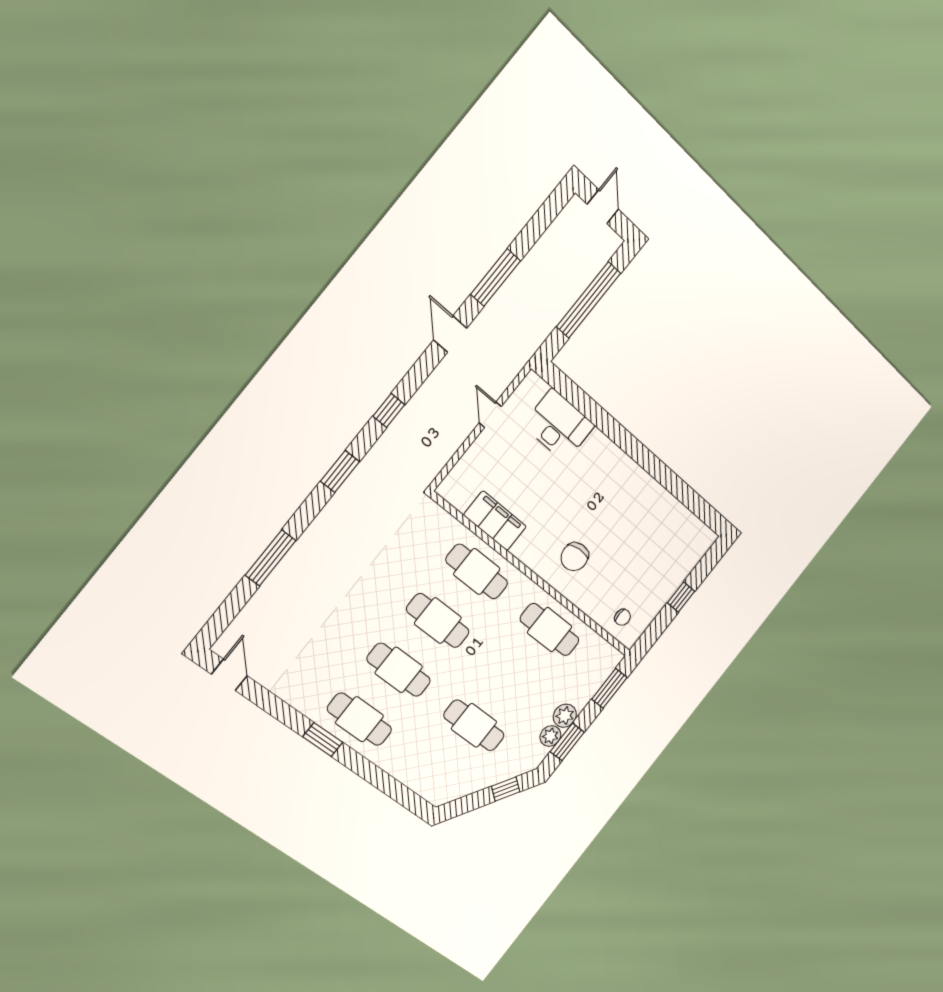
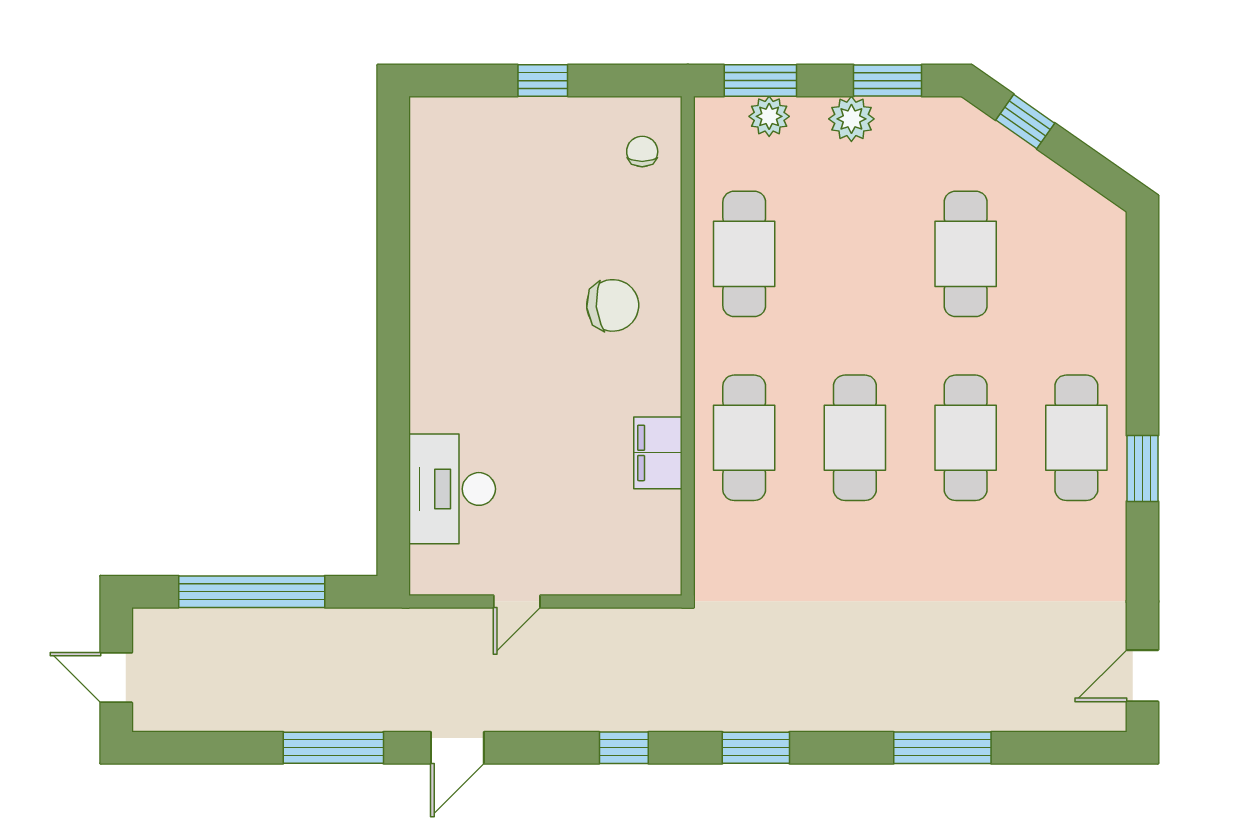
door: (603, 207) -> (116, 678), hinge flipped
filing cabinet: (495, 521) -> (658, 453), width x0.67, depth x0.86
plant: (550, 736) -> (769, 116), moved

